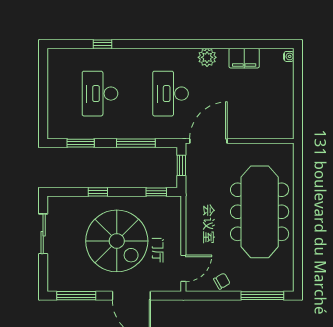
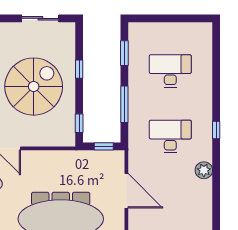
window: (102, 44) -> (216, 130), moved
filing cabinet: (244, 58) -> (203, 205), removed
door: (208, 141) -> (126, 191), moved
spiral stairs: (117, 241) -> (34, 87), turned 180

